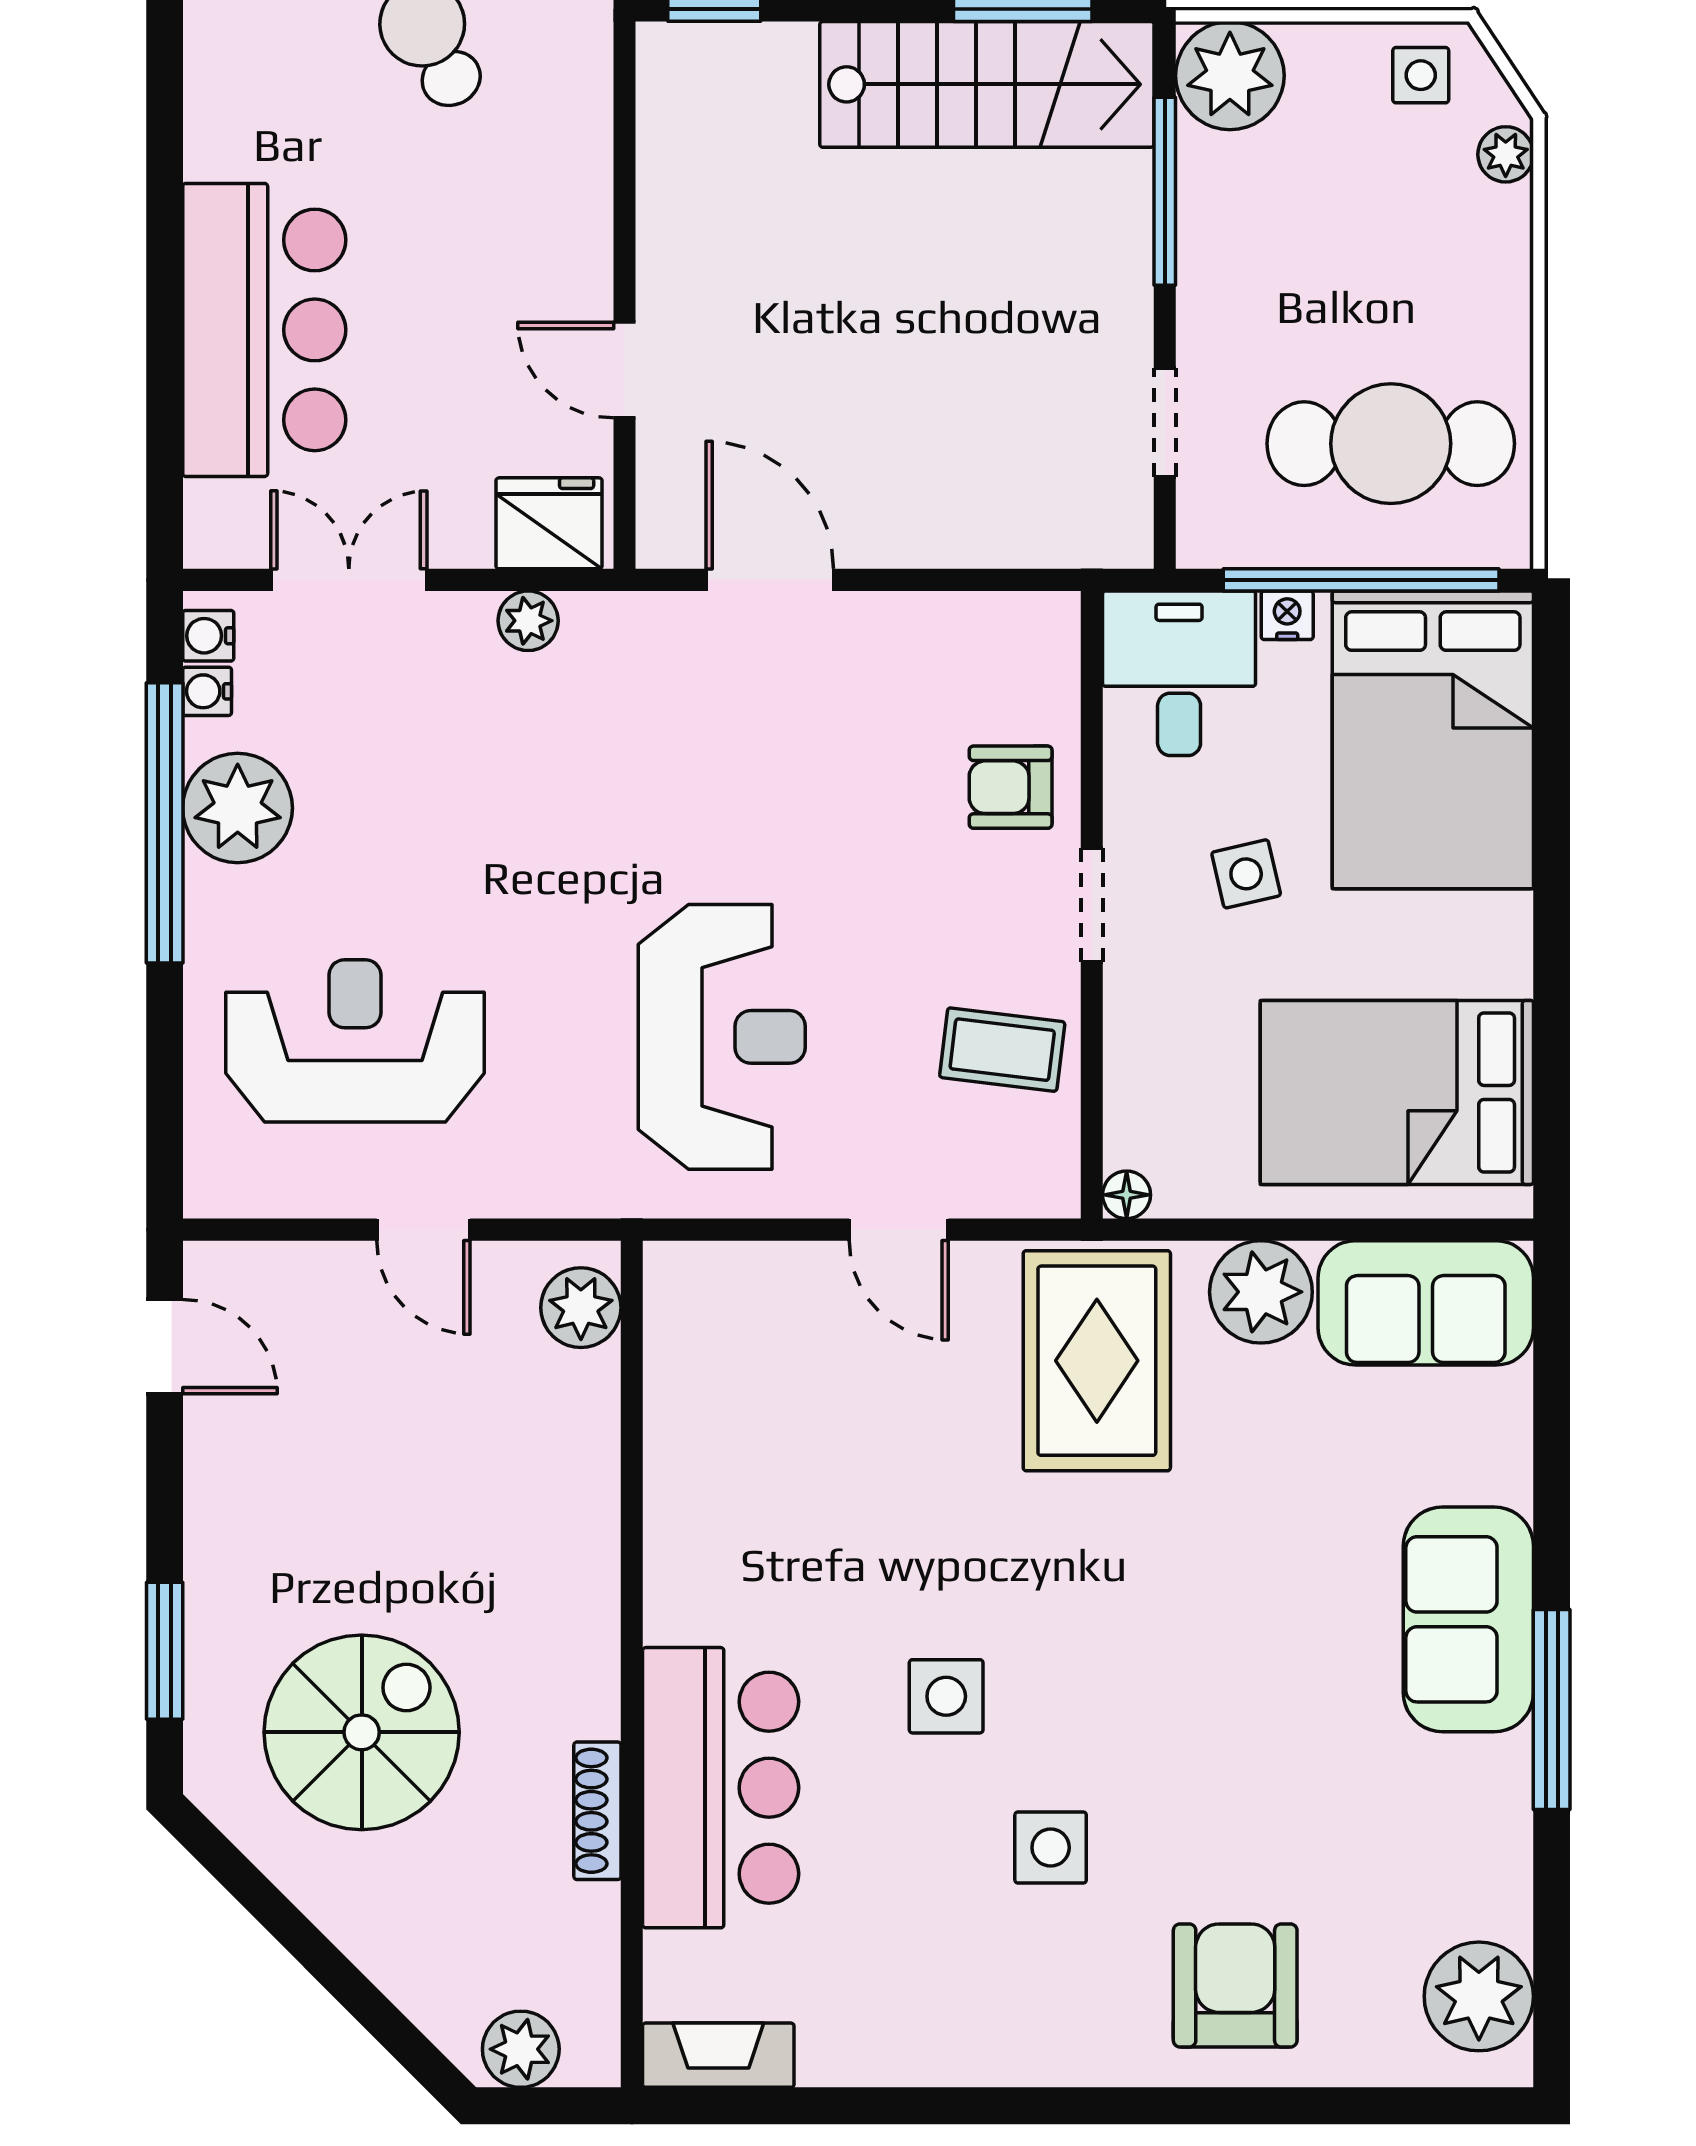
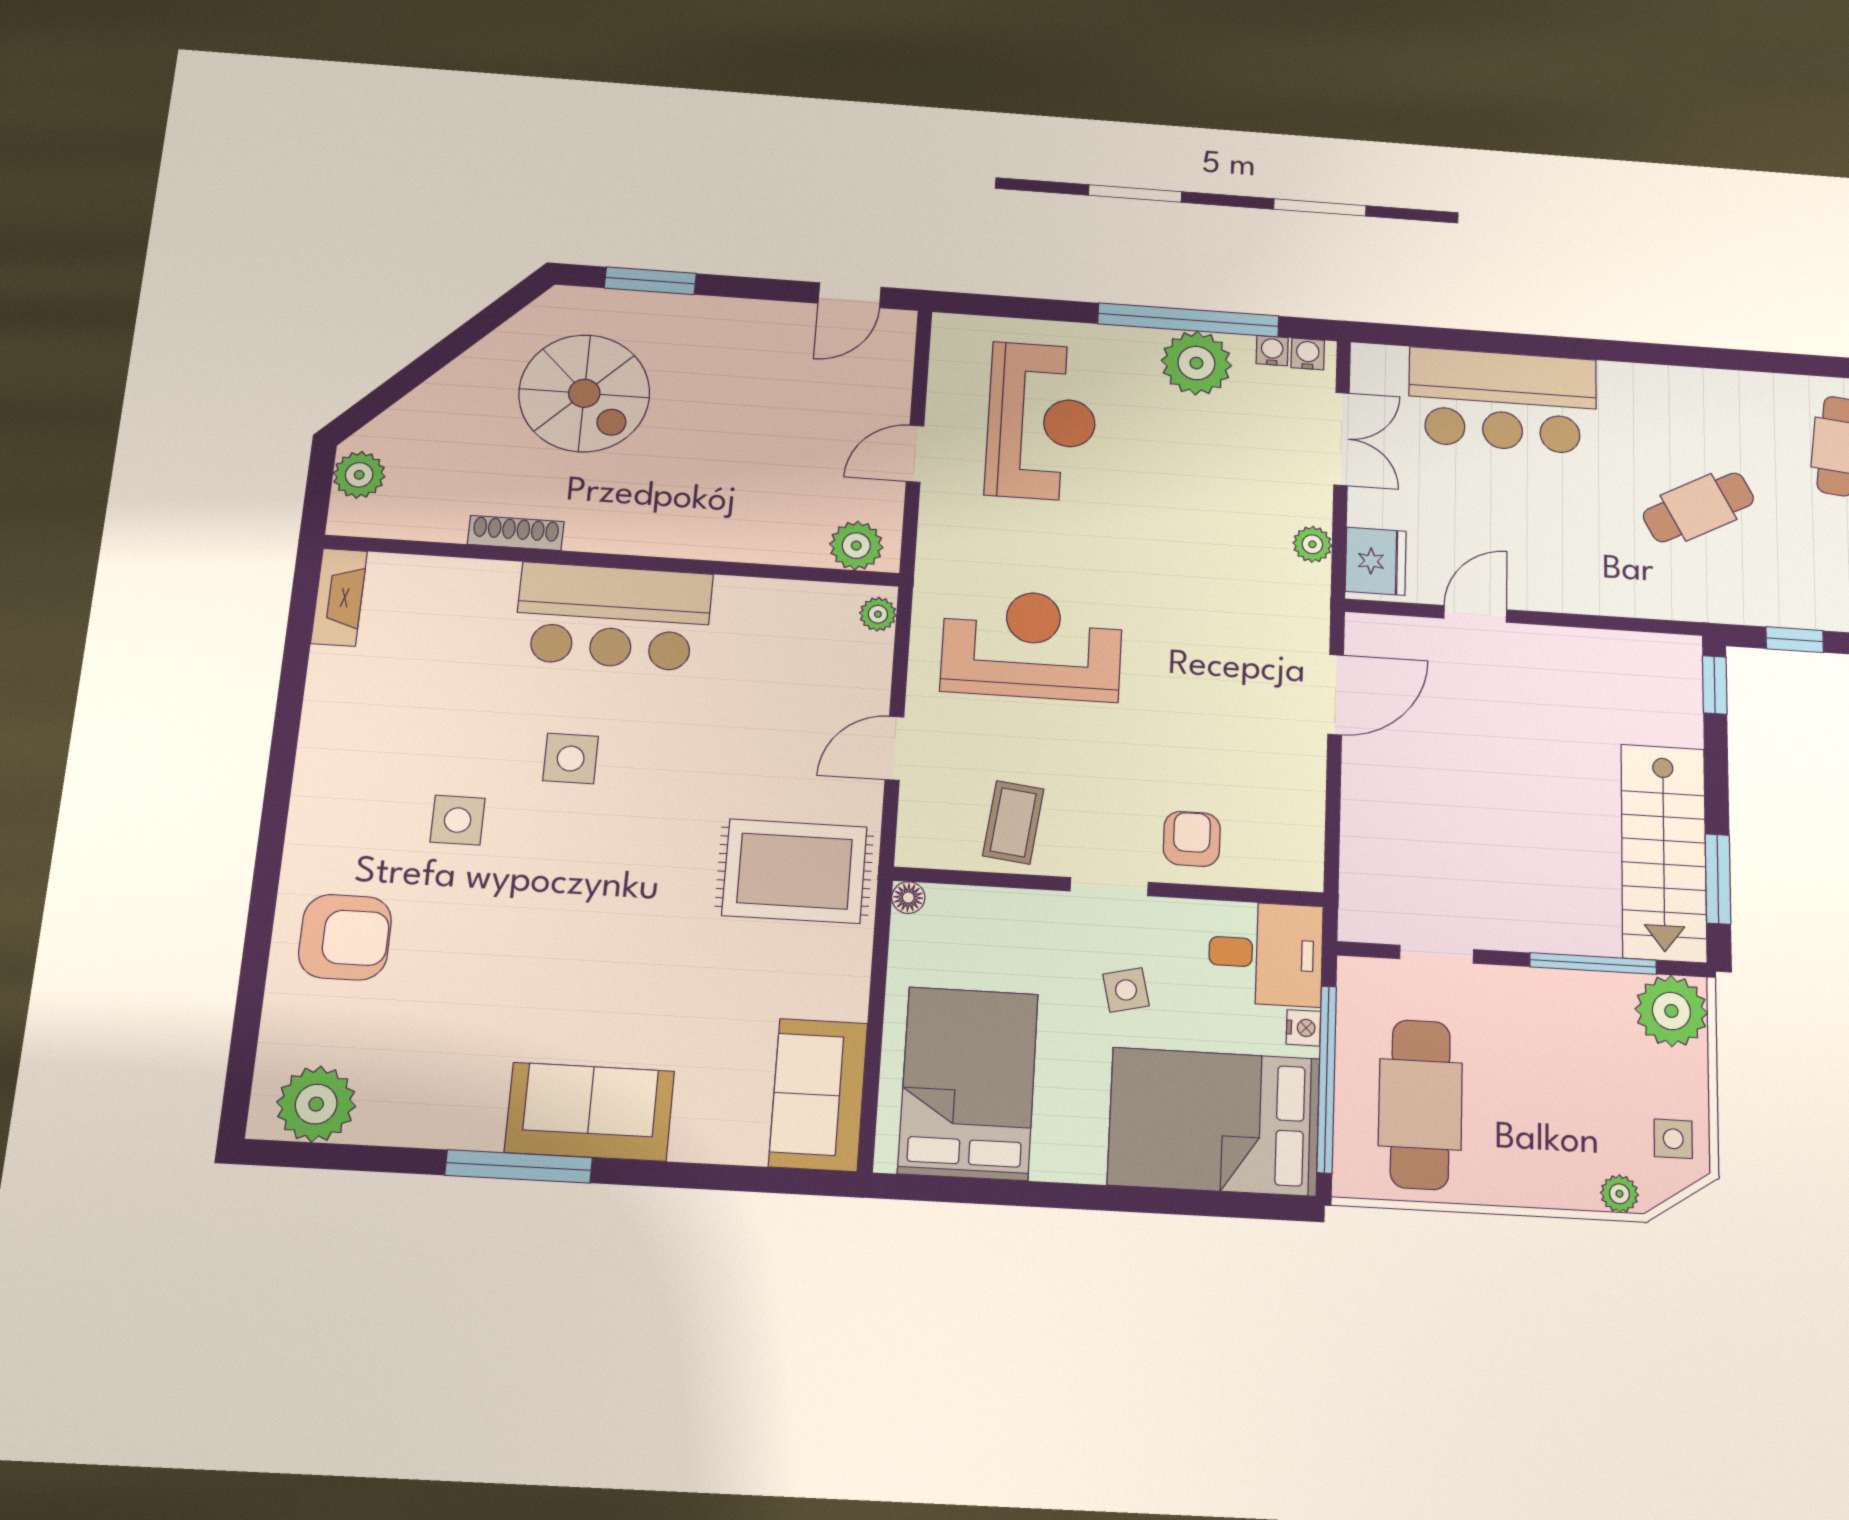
reception desk: (722, 1037) -> (1032, 645), turned 180
plant: (1261, 1292) -> (878, 614), moved, width x0.53, depth x0.53
bar counter: (721, 1788) -> (613, 617), moved

